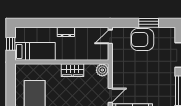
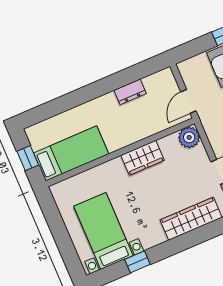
dresser: (66, 32) -> (130, 92), moved
door: (110, 37) -> (188, 101), moved

